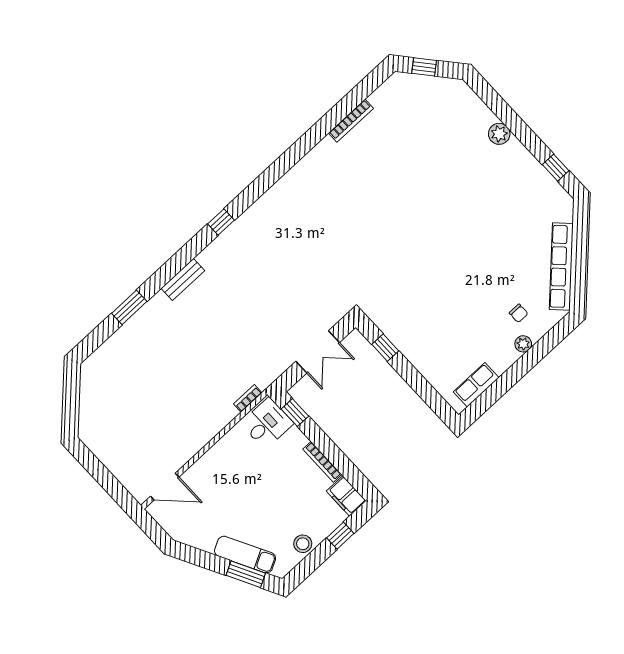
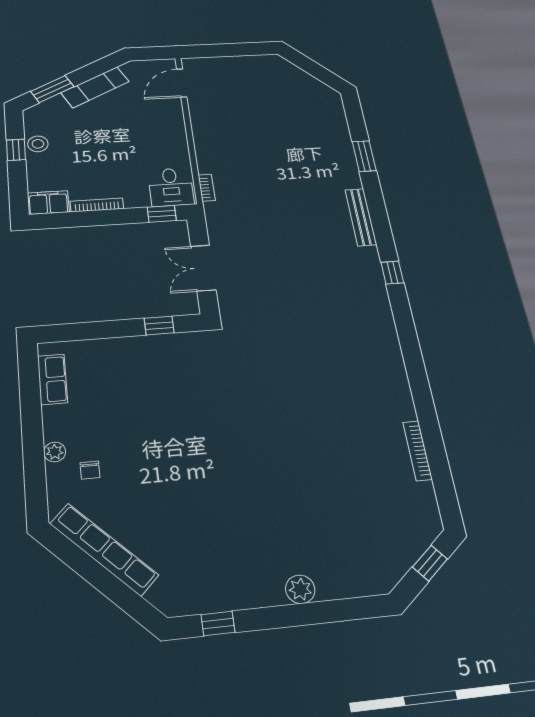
bench: (183, 280) -> (361, 217), width x1.36
chair: (519, 313) -> (90, 470), turned -90
window: (340, 536) -> (16, 150), moved
exam couch: (245, 555) -> (95, 87), moved

